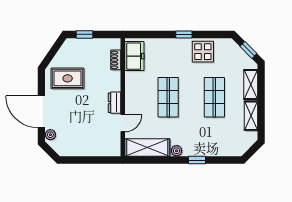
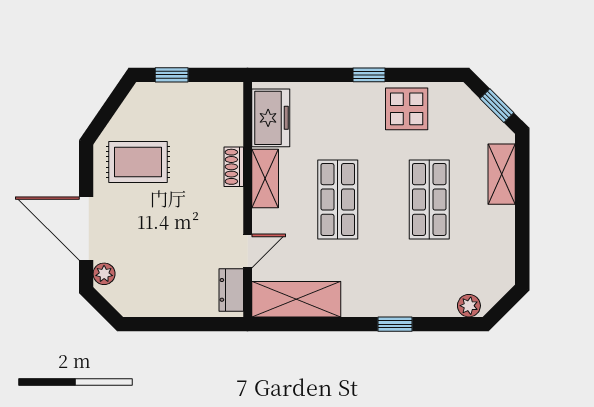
shoe rack: (116, 60) -> (234, 167), moved
dresser: (115, 103) -> (231, 290), moved
shelving: (251, 116) -> (265, 179), moved
plant: (177, 151) -> (469, 306), moved

